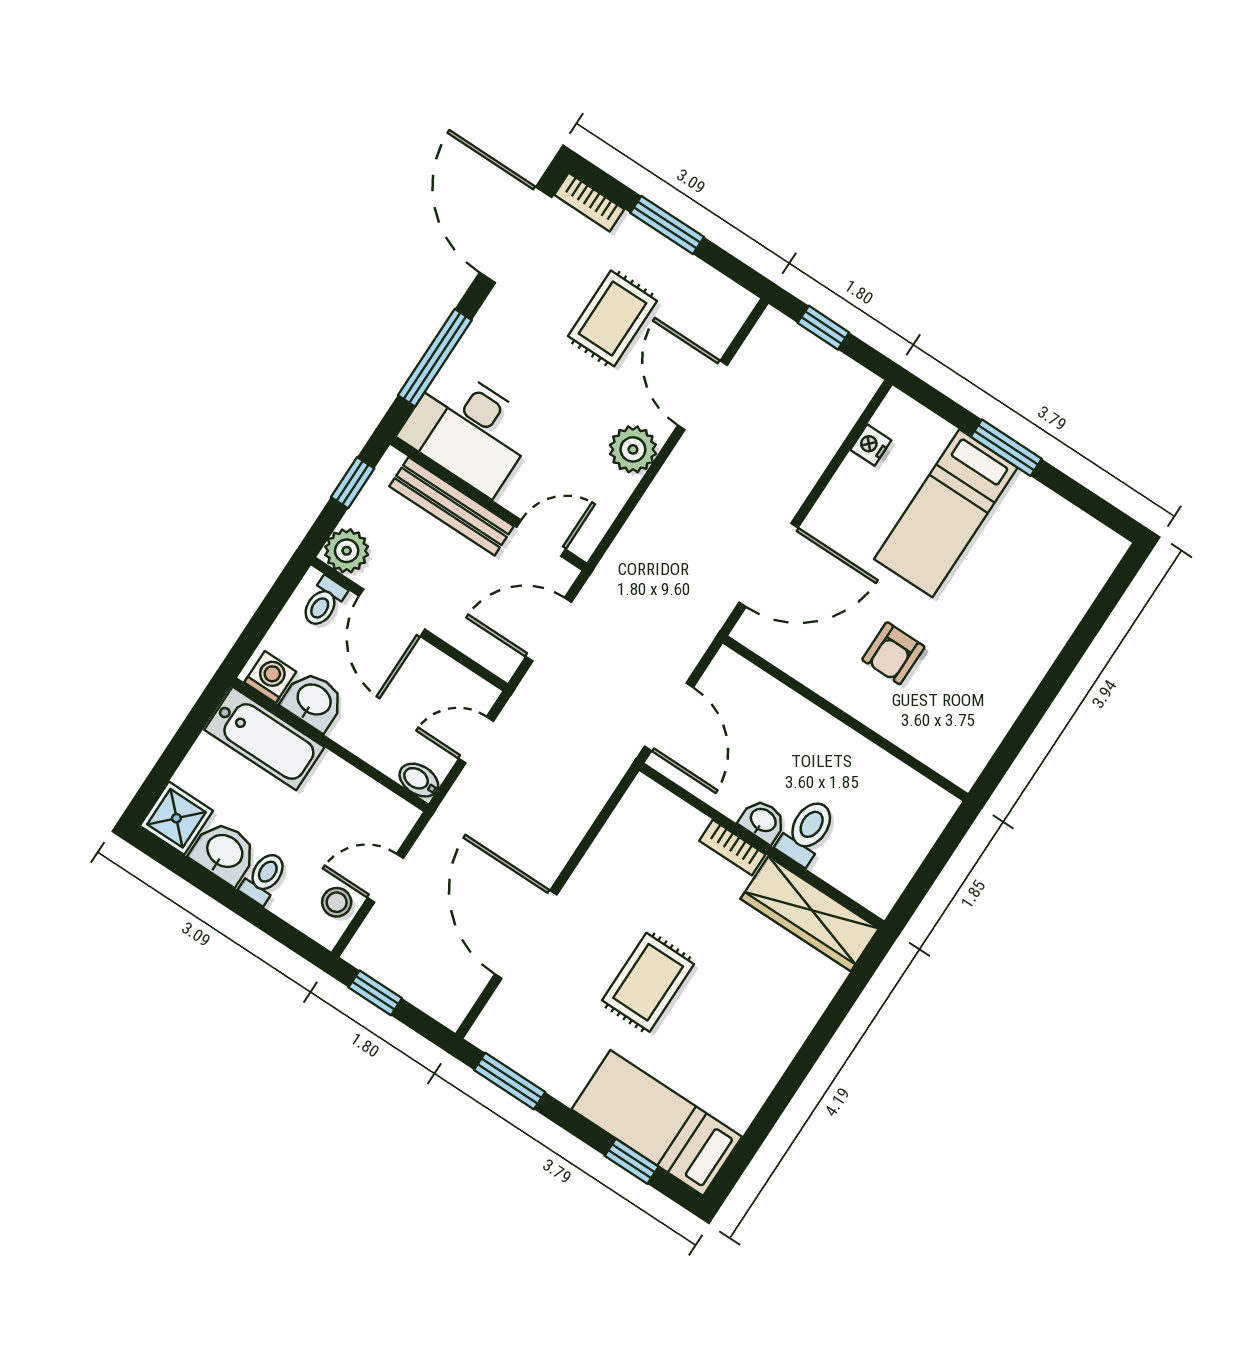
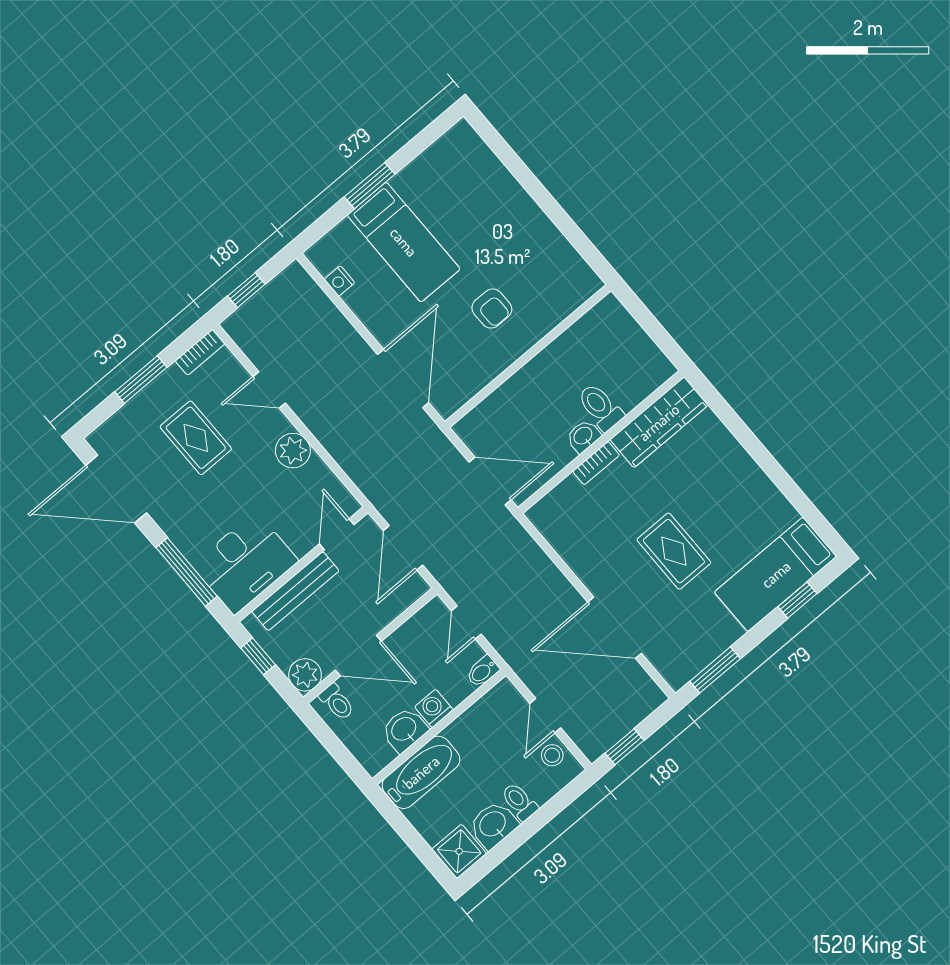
bookcase: (589, 202) -> (200, 352), moved
door: (703, 395) -> (269, 390), width x0.73
washing machine: (270, 677) -> (434, 708), moved

